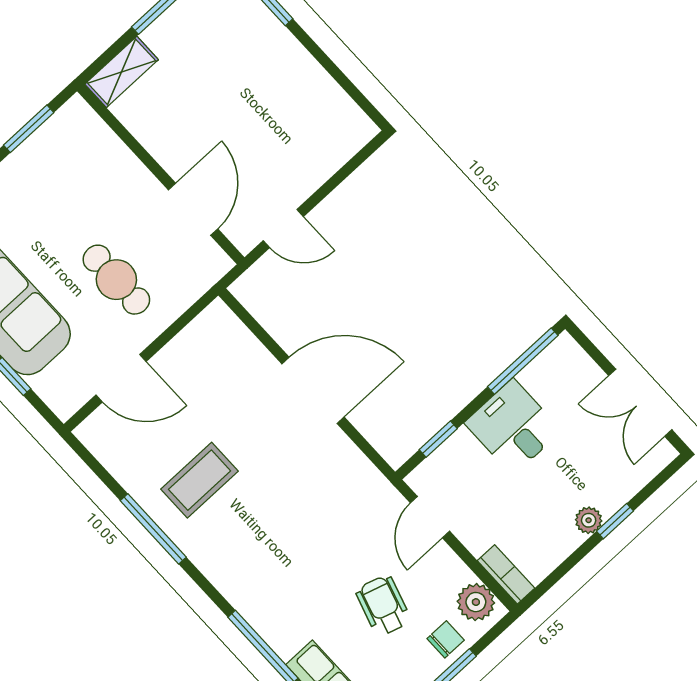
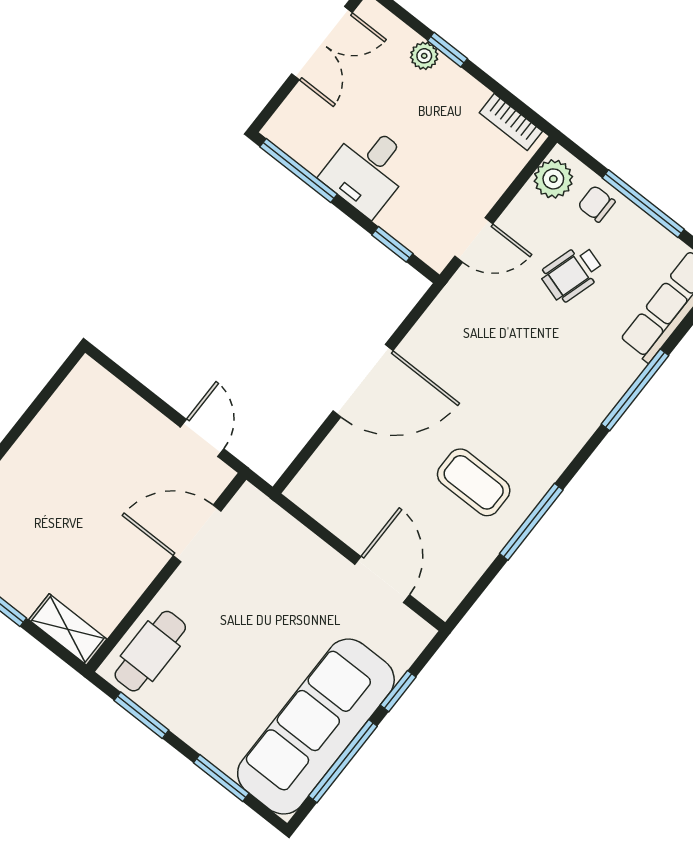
cafe table: (116, 280) -> (150, 651), moved
door: (313, 390) -> (363, 381), swing flipped
plant: (589, 520) -> (424, 56), moved
bookcase: (506, 574) -> (511, 122), moved, turned -90

